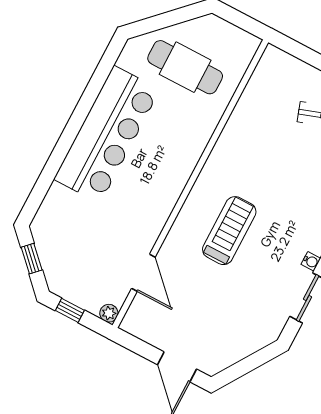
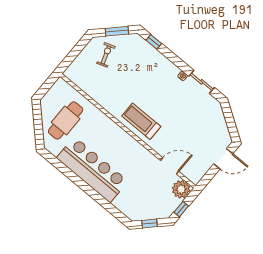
treadmill: (229, 231) -> (141, 121), moved
plant: (109, 313) -> (181, 189), width x1.88, depth x1.88

